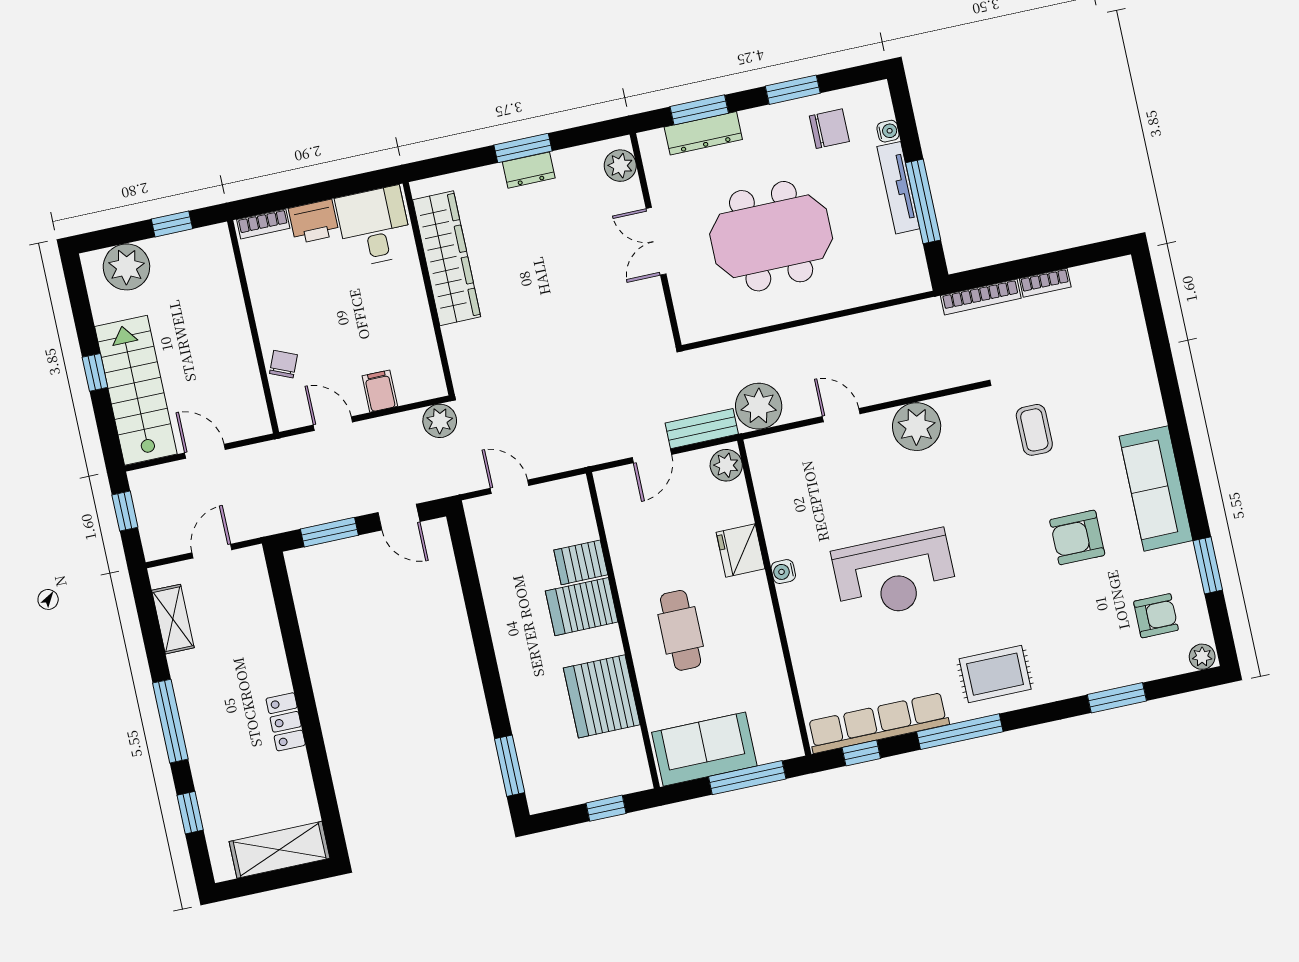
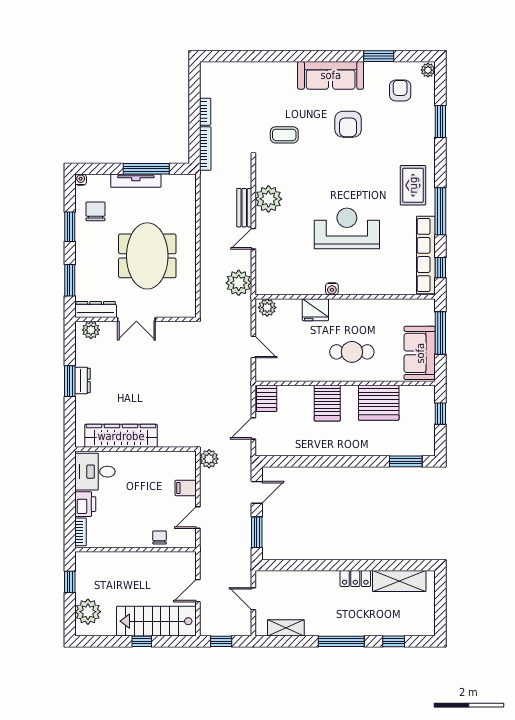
water cooler: (888, 131) -> (81, 180), moved
dresser: (703, 133) -> (96, 310), moved, turned -90
chair: (283, 364) -> (160, 537), turned 67
bench: (702, 429) -> (244, 208), moved
server rack: (581, 562) -> (267, 398), moved
reception desk: (895, 575) -> (347, 228), turned -90
shelving: (280, 850) -> (399, 581), moved, turned 90

